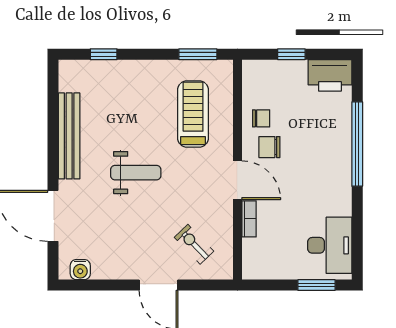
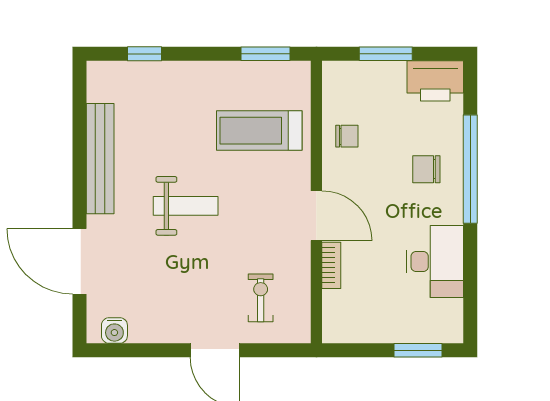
window: (291, 54) -> (386, 54), width x1.50
treadmill: (193, 114) -> (259, 131), turned -90
chair: (269, 147) -> (426, 169), moved
exercise bike: (194, 244) -> (261, 298), turned 44
desk: (330, 245) -> (435, 262), moved

